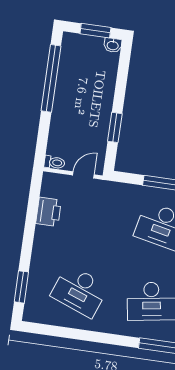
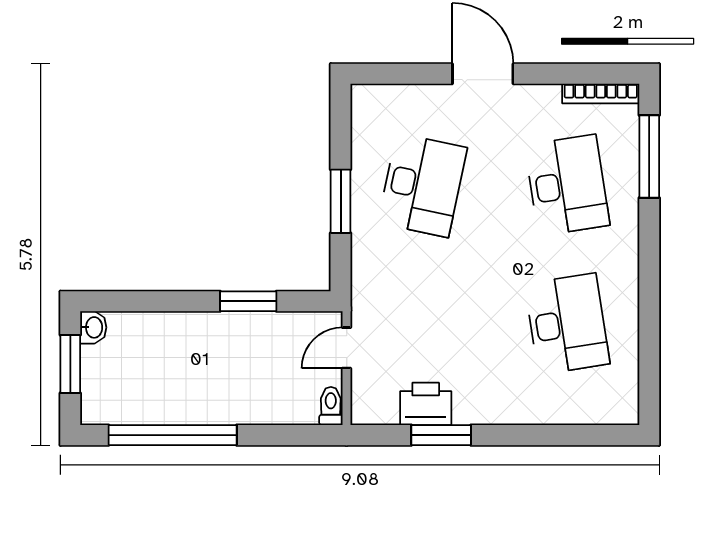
door: (83, 175) -> (347, 348), hinge flipped
window: (21, 287) -> (441, 435), moved
desk: (80, 291) -> (567, 324), turned -30

